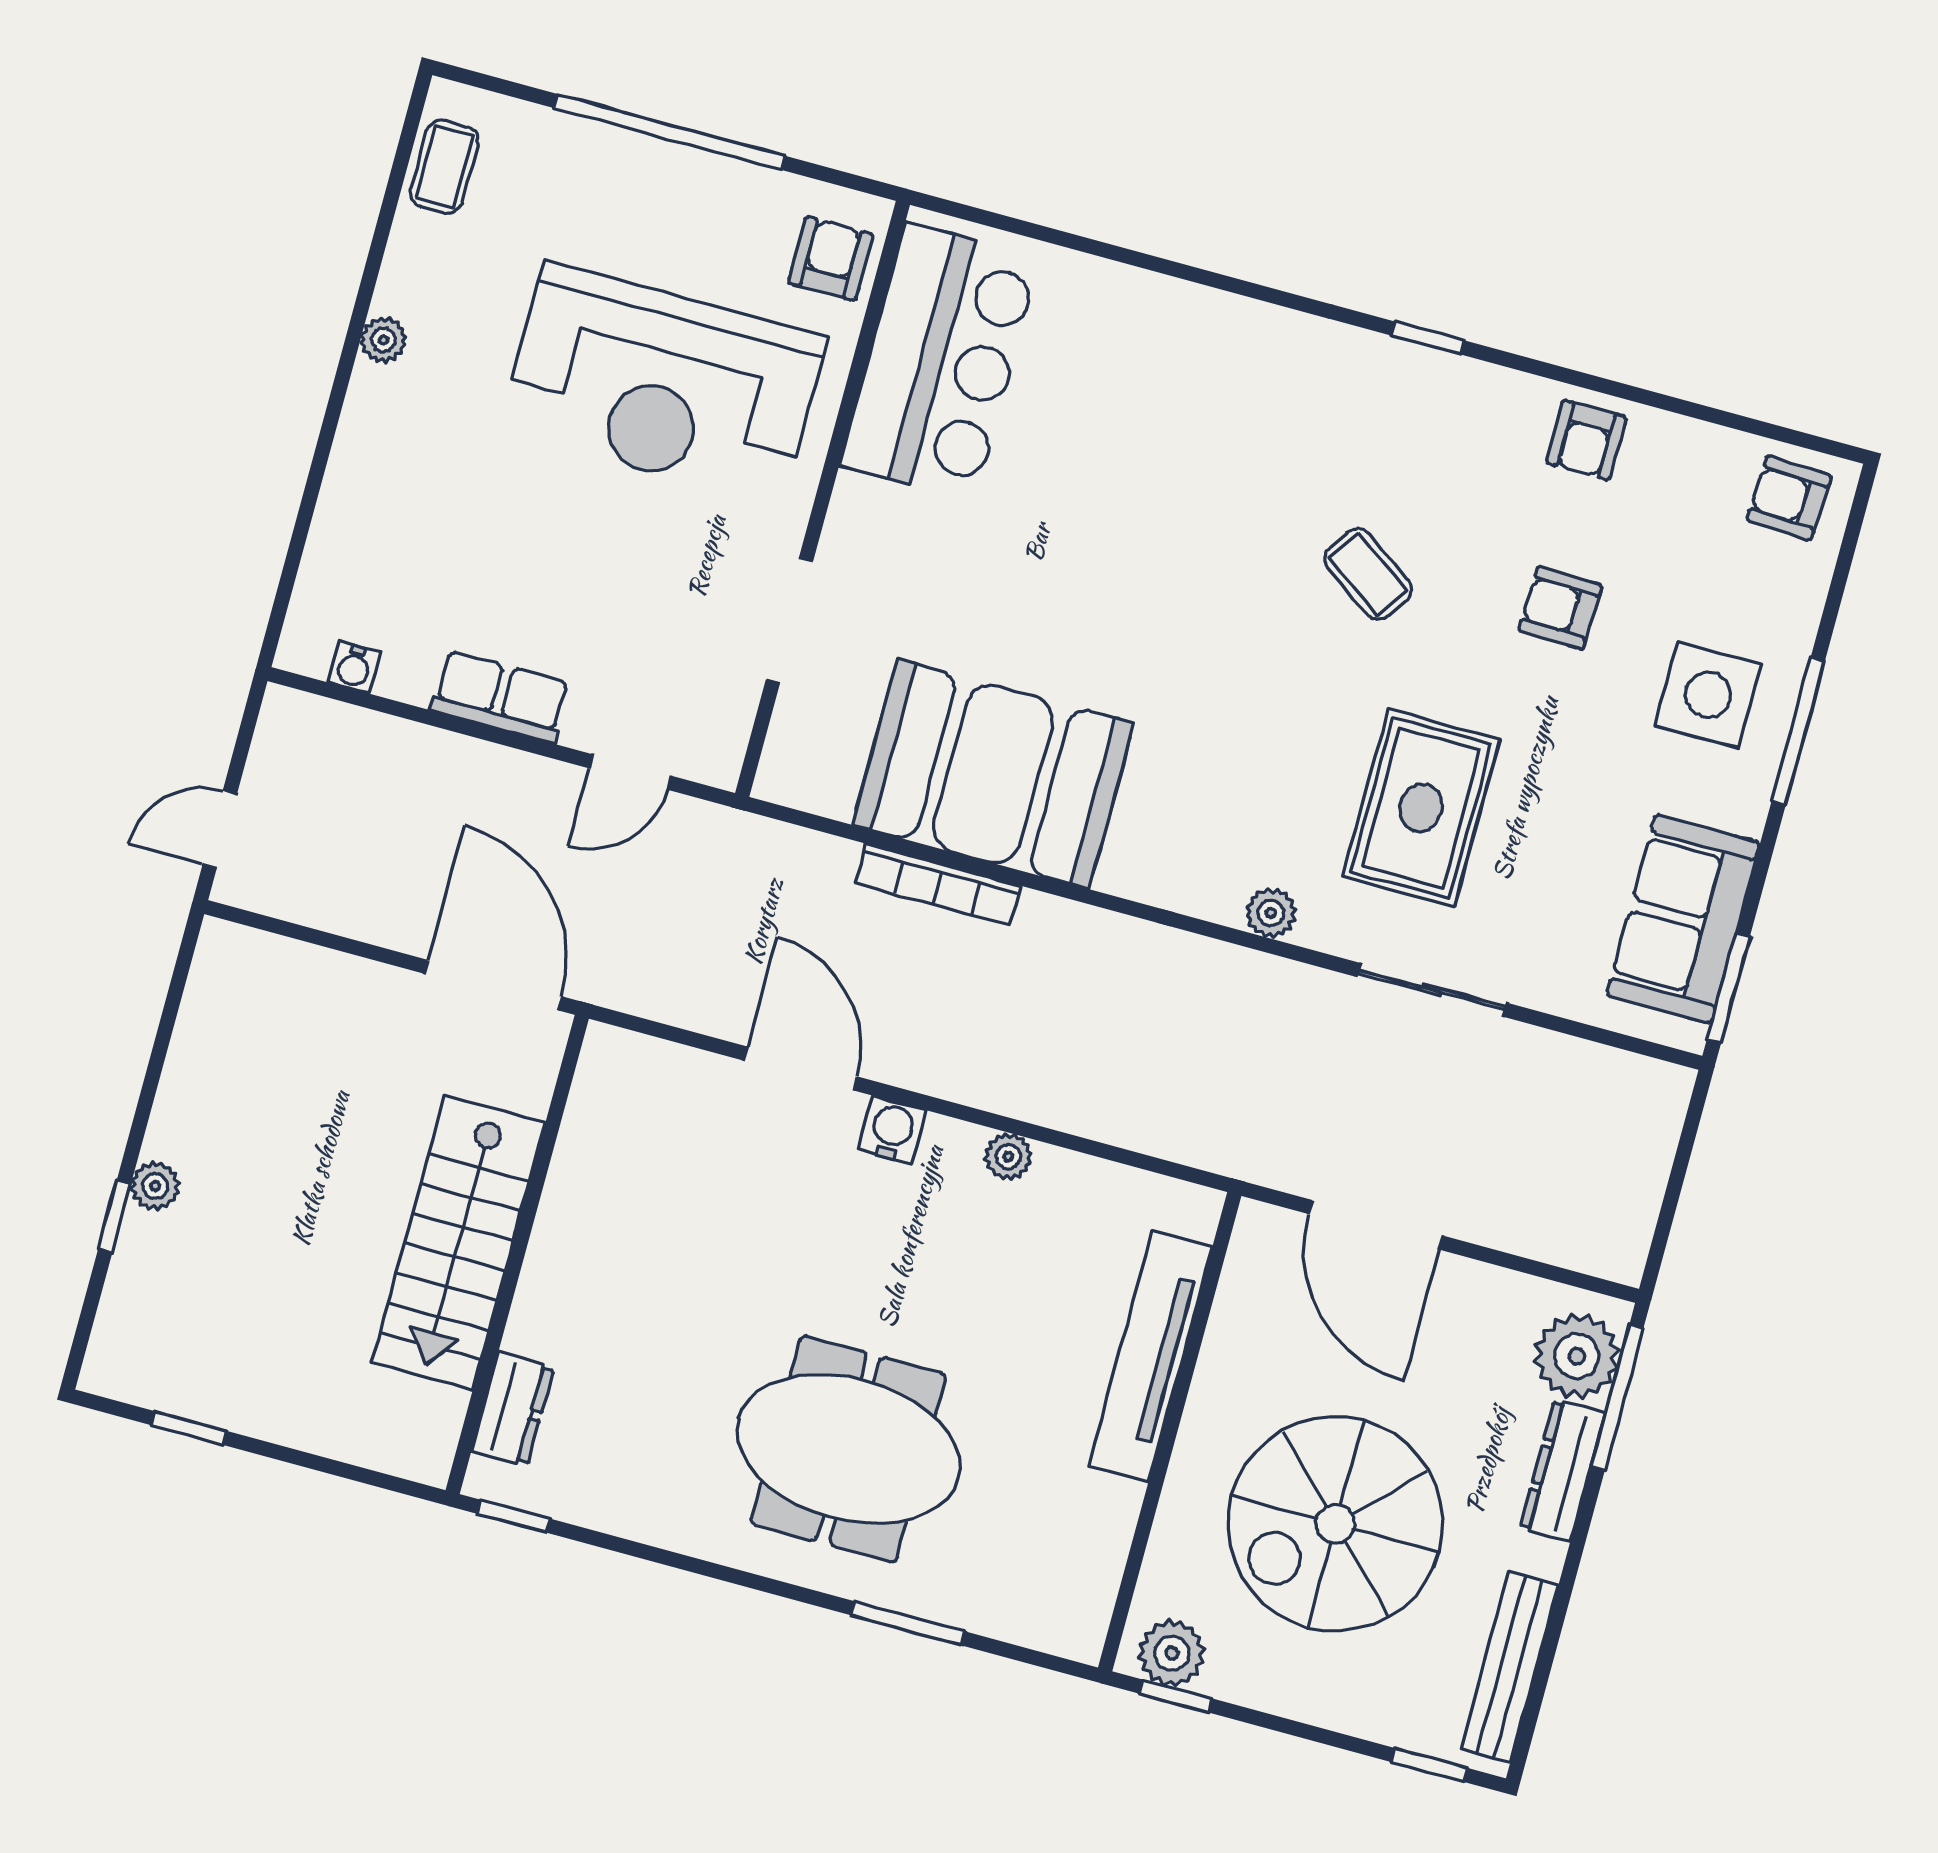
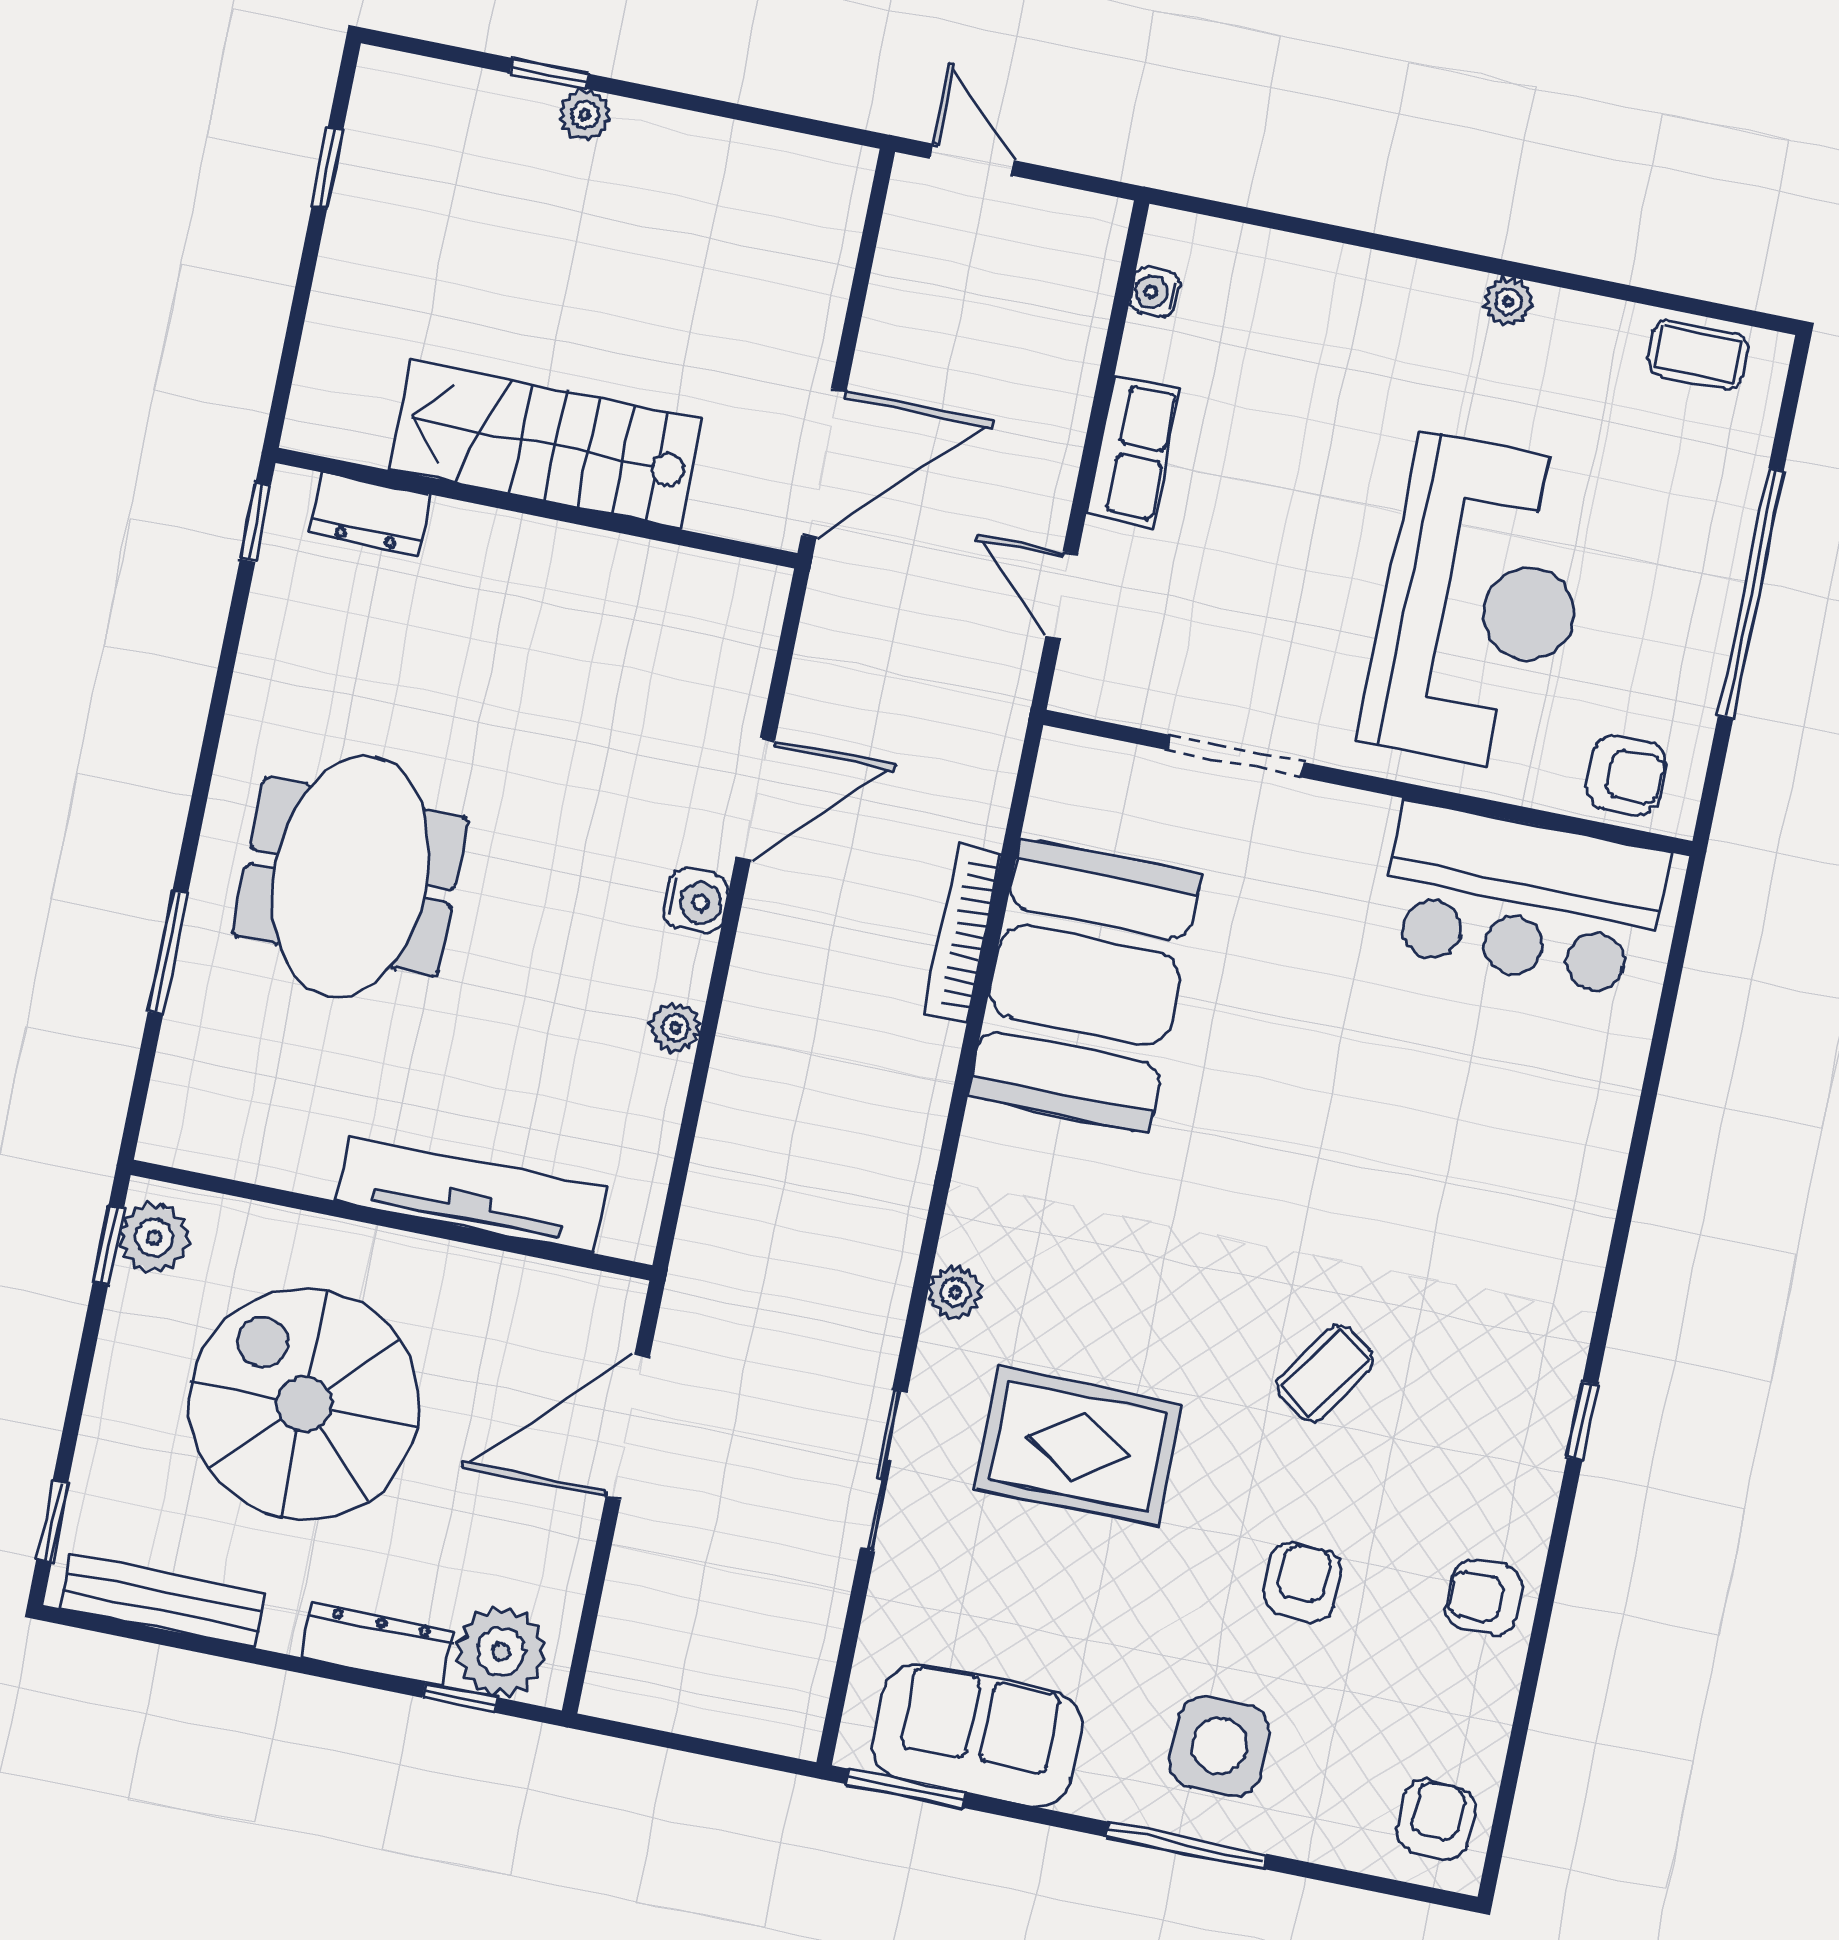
reception desk: (663, 384) -> (1480, 604), turned 180
window: (1617, 1397) -> (460, 1698), width x0.46

